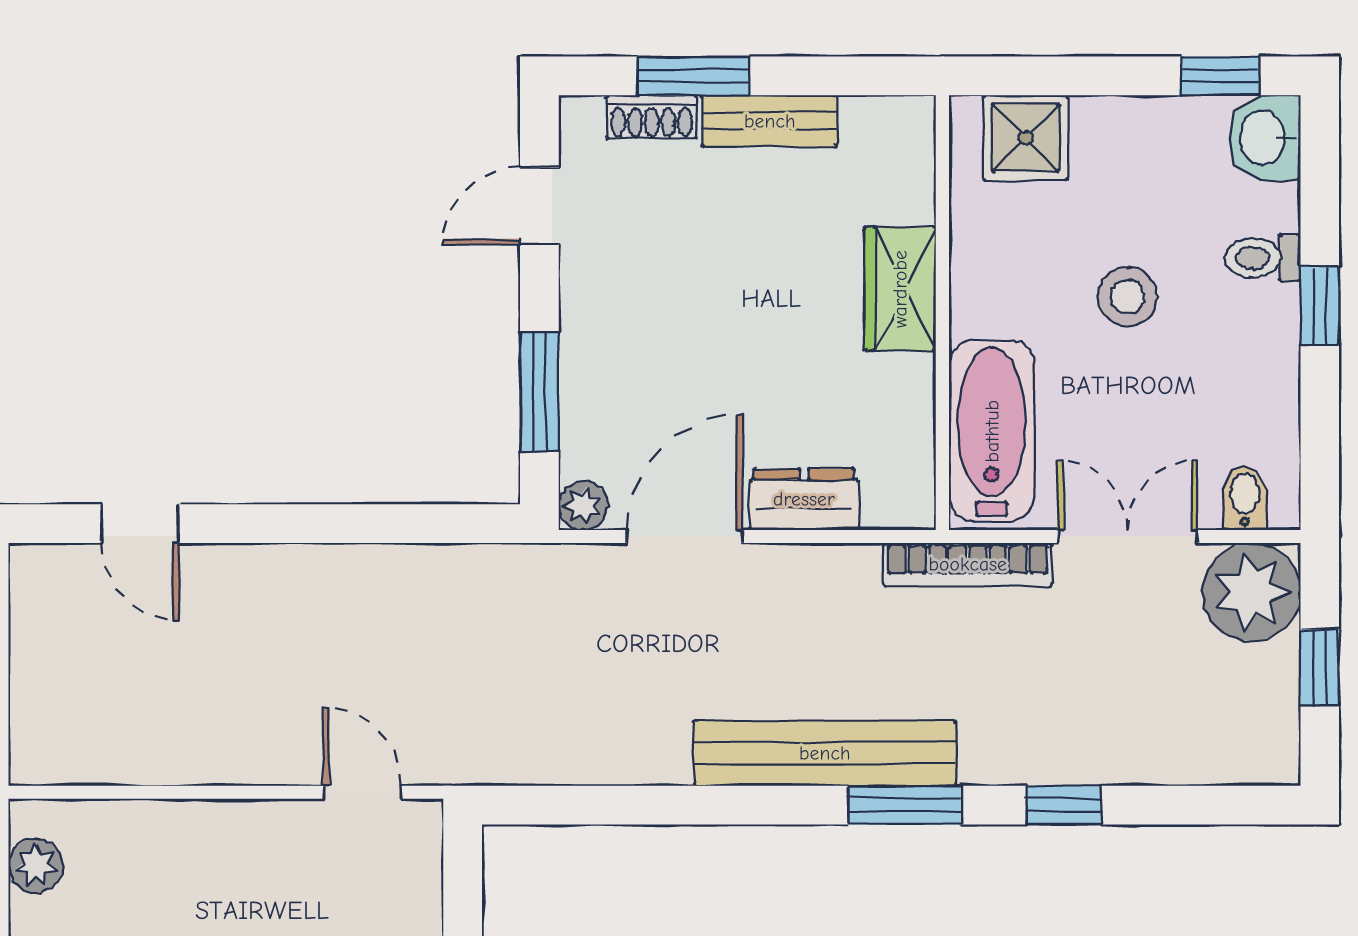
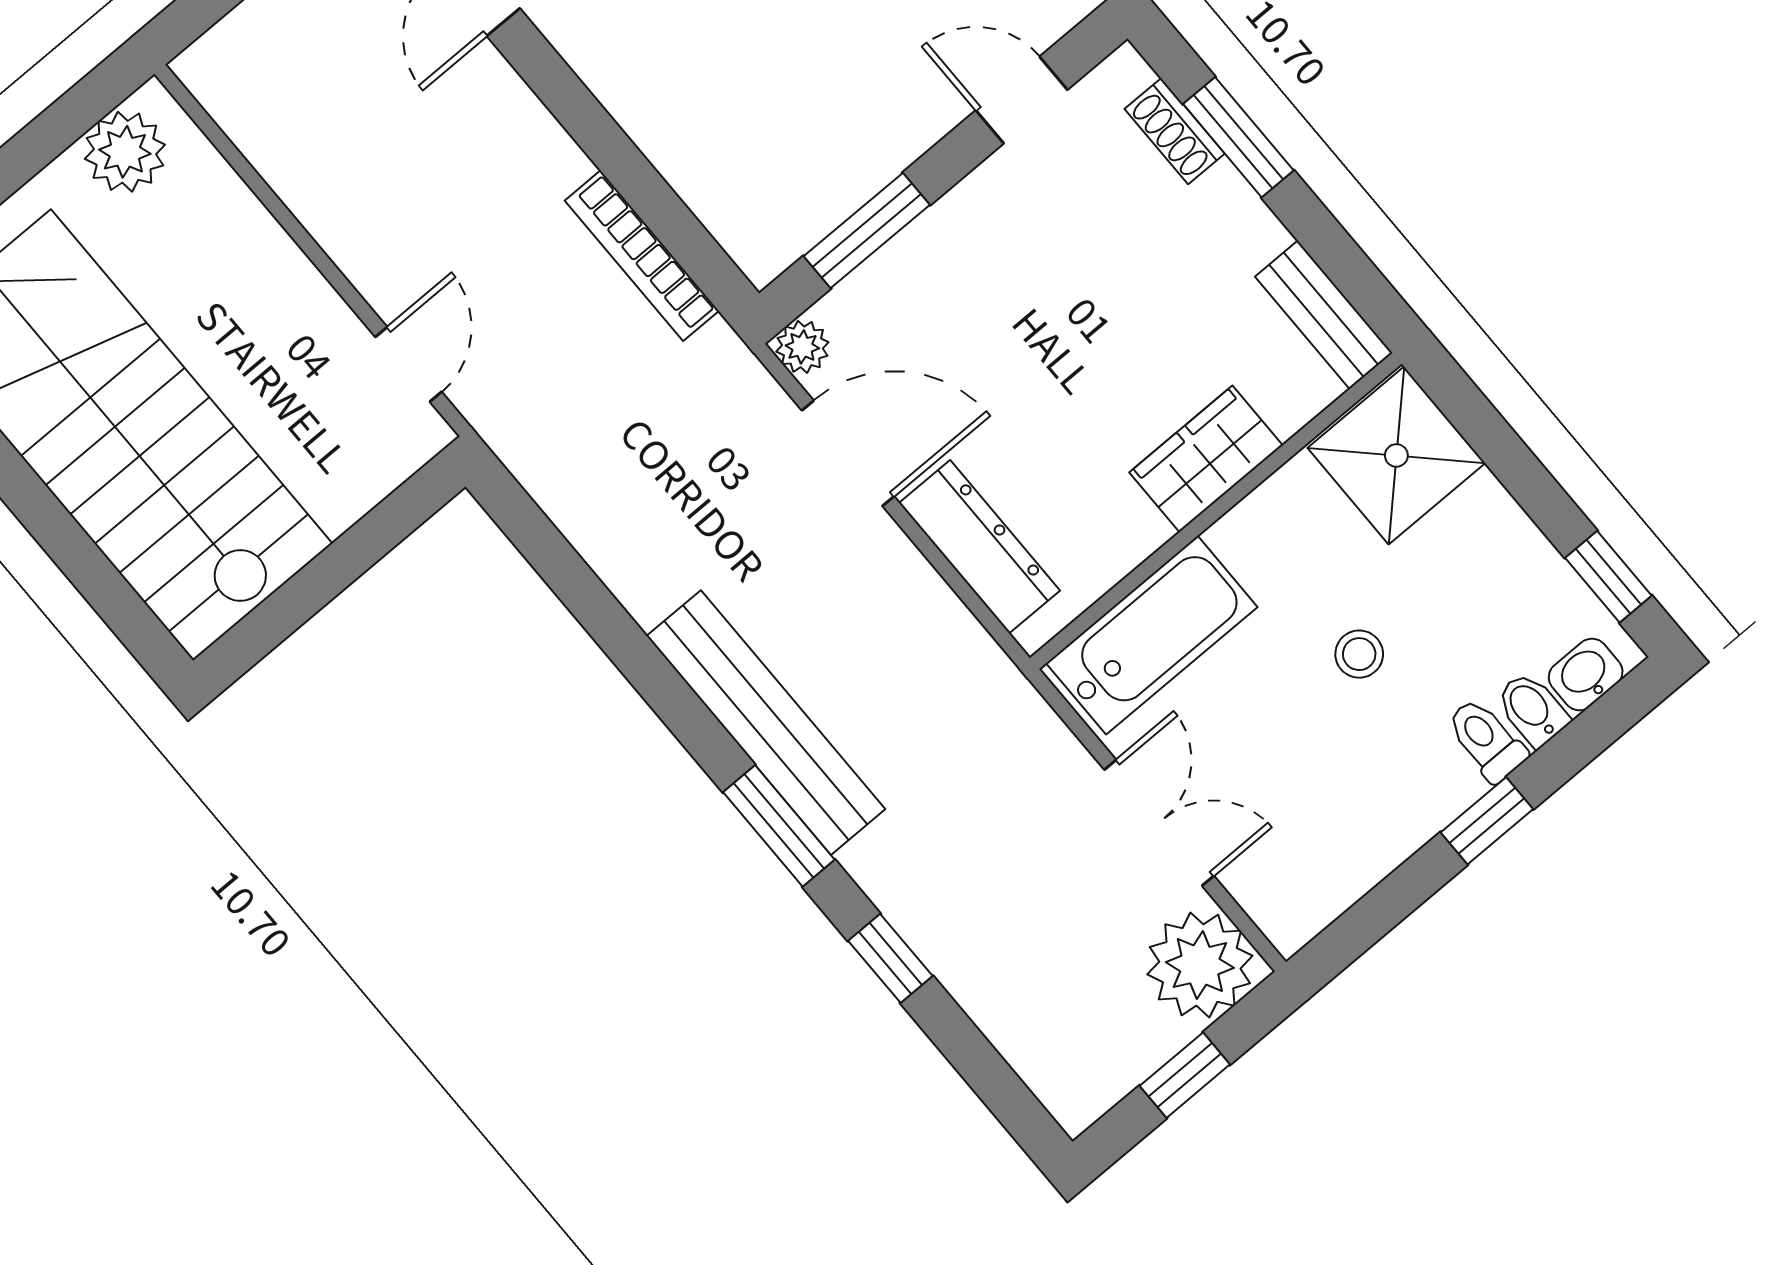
bench: (770, 121) -> (1324, 315), moved
shower: (1026, 138) -> (1396, 455), width x1.36, depth x1.36
washbasin: (1264, 138) -> (1586, 675), width x0.72, depth x0.69
stool: (1127, 296) -> (1359, 654), width x0.73, depth x0.73
bidet: (1245, 498) -> (1532, 709), moved, turned -90
dresser: (804, 499) -> (980, 547), width x1.44
bookcase: (968, 564) -> (642, 256), moved
plant: (36, 866) -> (125, 152), width x1.38, depth x1.38

